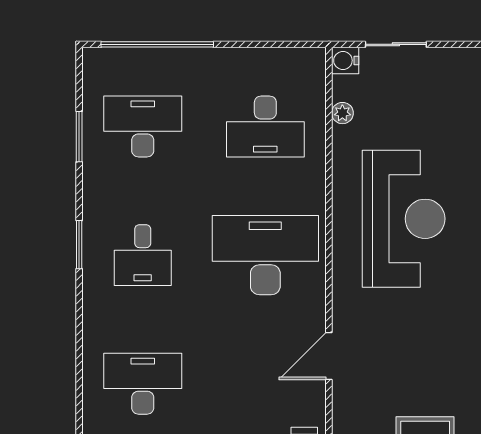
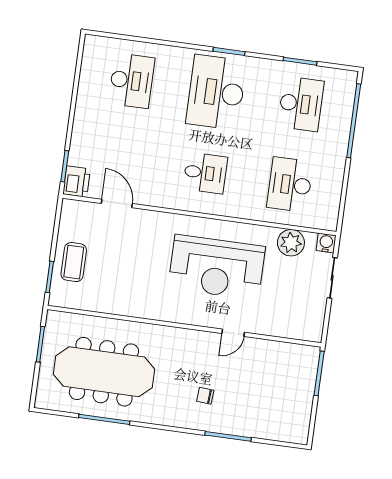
plant: (342, 113) -> (291, 243), width x1.87, depth x1.87
desk: (143, 255) -> (216, 92), width x1.87, depth x1.30
desk: (265, 255) -> (205, 173), width x0.53, depth x0.77
door: (329, 356) -> (117, 203), moved

